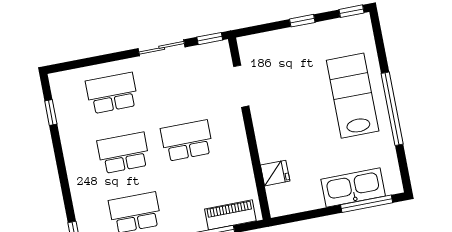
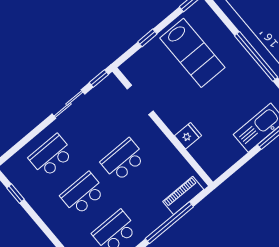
window: (302, 21) -> (147, 38), moved
lab bench: (353, 96) -> (192, 53), moved, turned 180
fridge: (275, 173) -> (188, 136), moved

